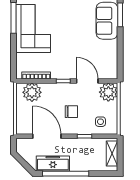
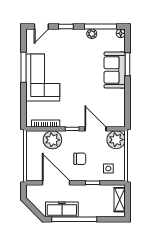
plant: (32, 92) -> (52, 140), moved

